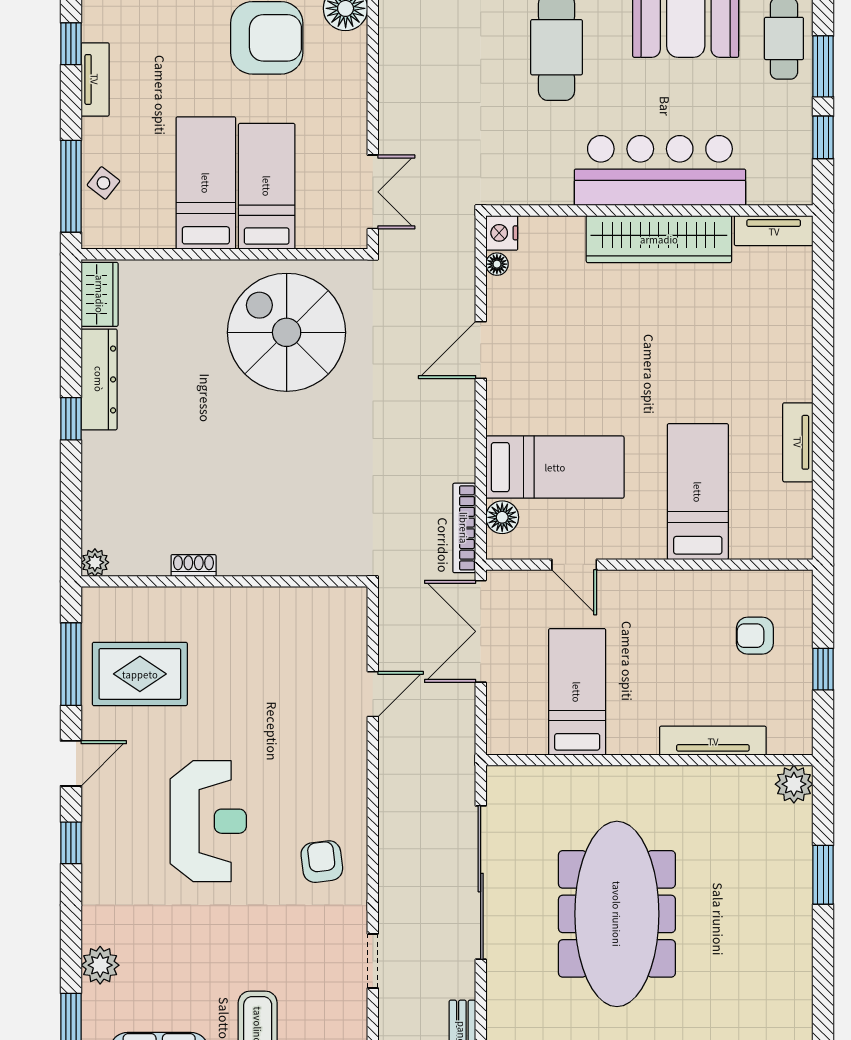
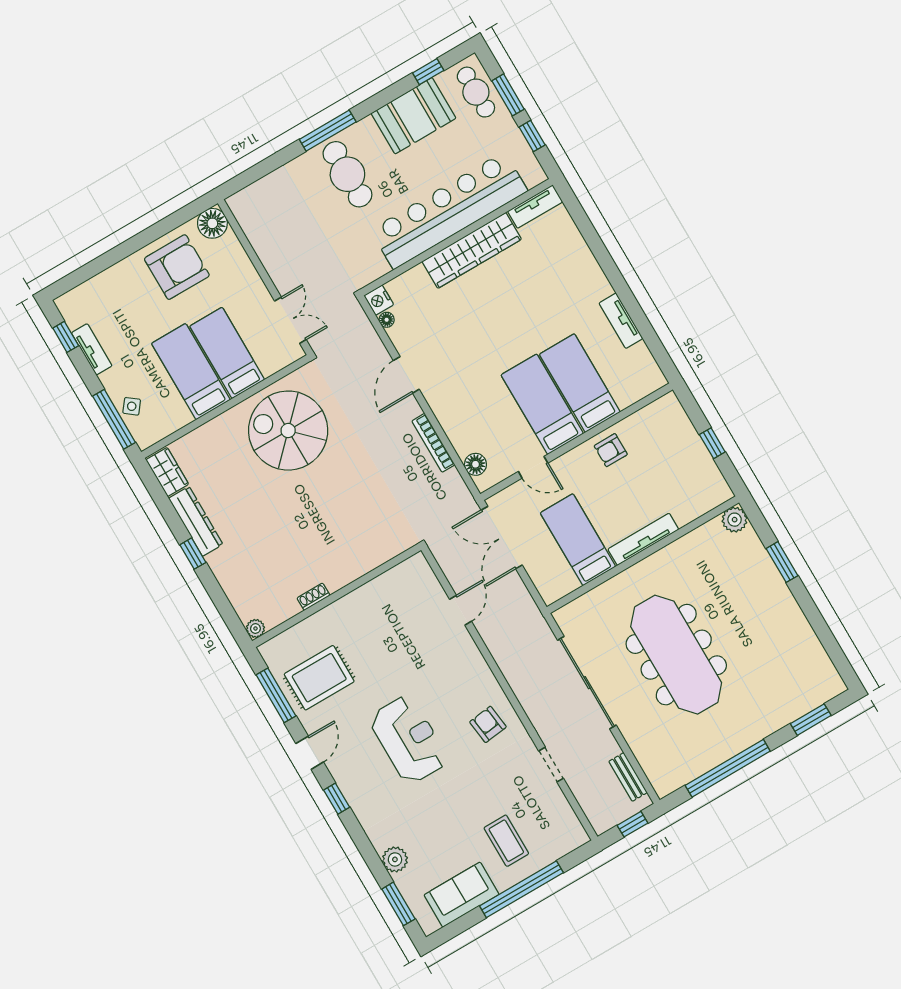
bar counter: (660, 170) -> (449, 210), width x1.36
bed: (555, 467) -> (542, 404), moved, turned -90
bookcase: (464, 528) -> (433, 443), moved
armchair: (755, 636) -> (611, 450), moved
tv unit: (713, 741) -> (643, 539), moved

